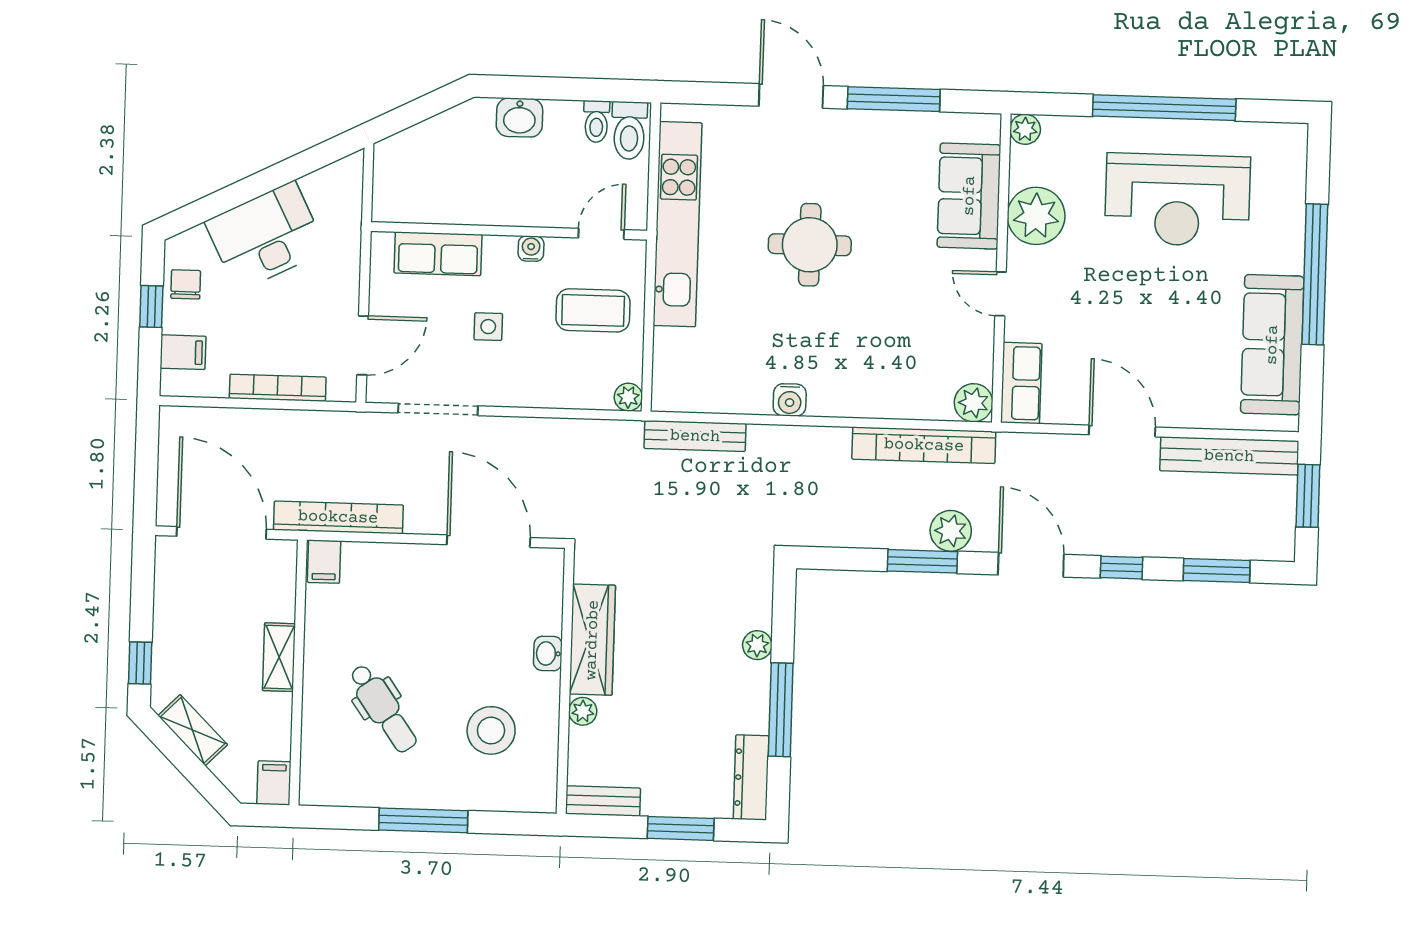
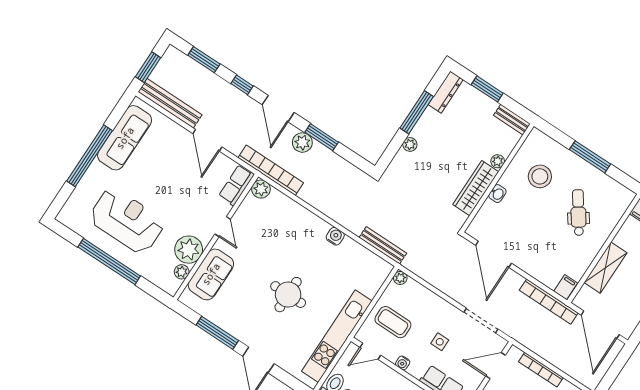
plant: (1025, 129) -> (182, 272), moved
bookcase: (924, 445) -> (271, 170), moved
shelving: (279, 657) -> (605, 268), width x1.50, depth x1.33

